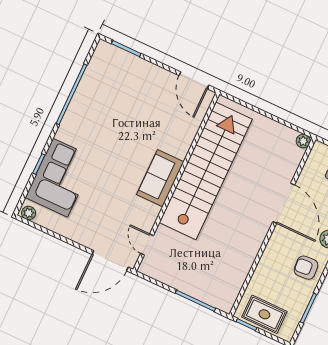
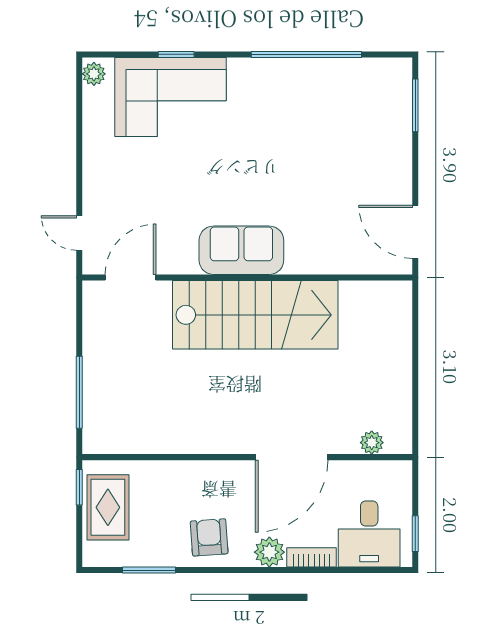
door: (194, 80) -> (415, 232), hinge flipped
plant: (303, 141) -> (372, 443), moved
stairs: (206, 171) -> (255, 315), width x0.73
door: (147, 244) -> (131, 278), width x1.38
door: (110, 261) -> (79, 233), width x0.53

